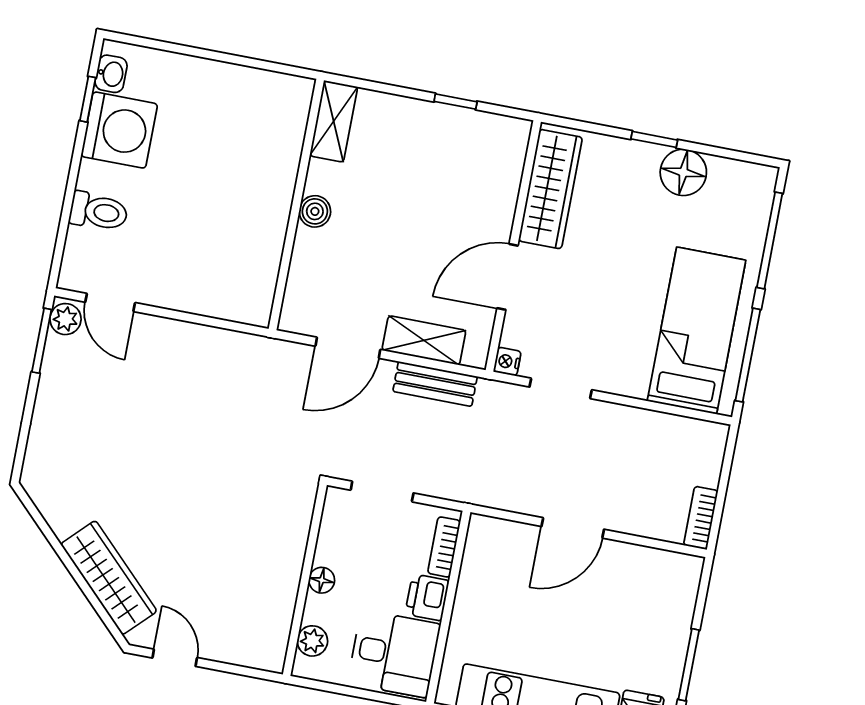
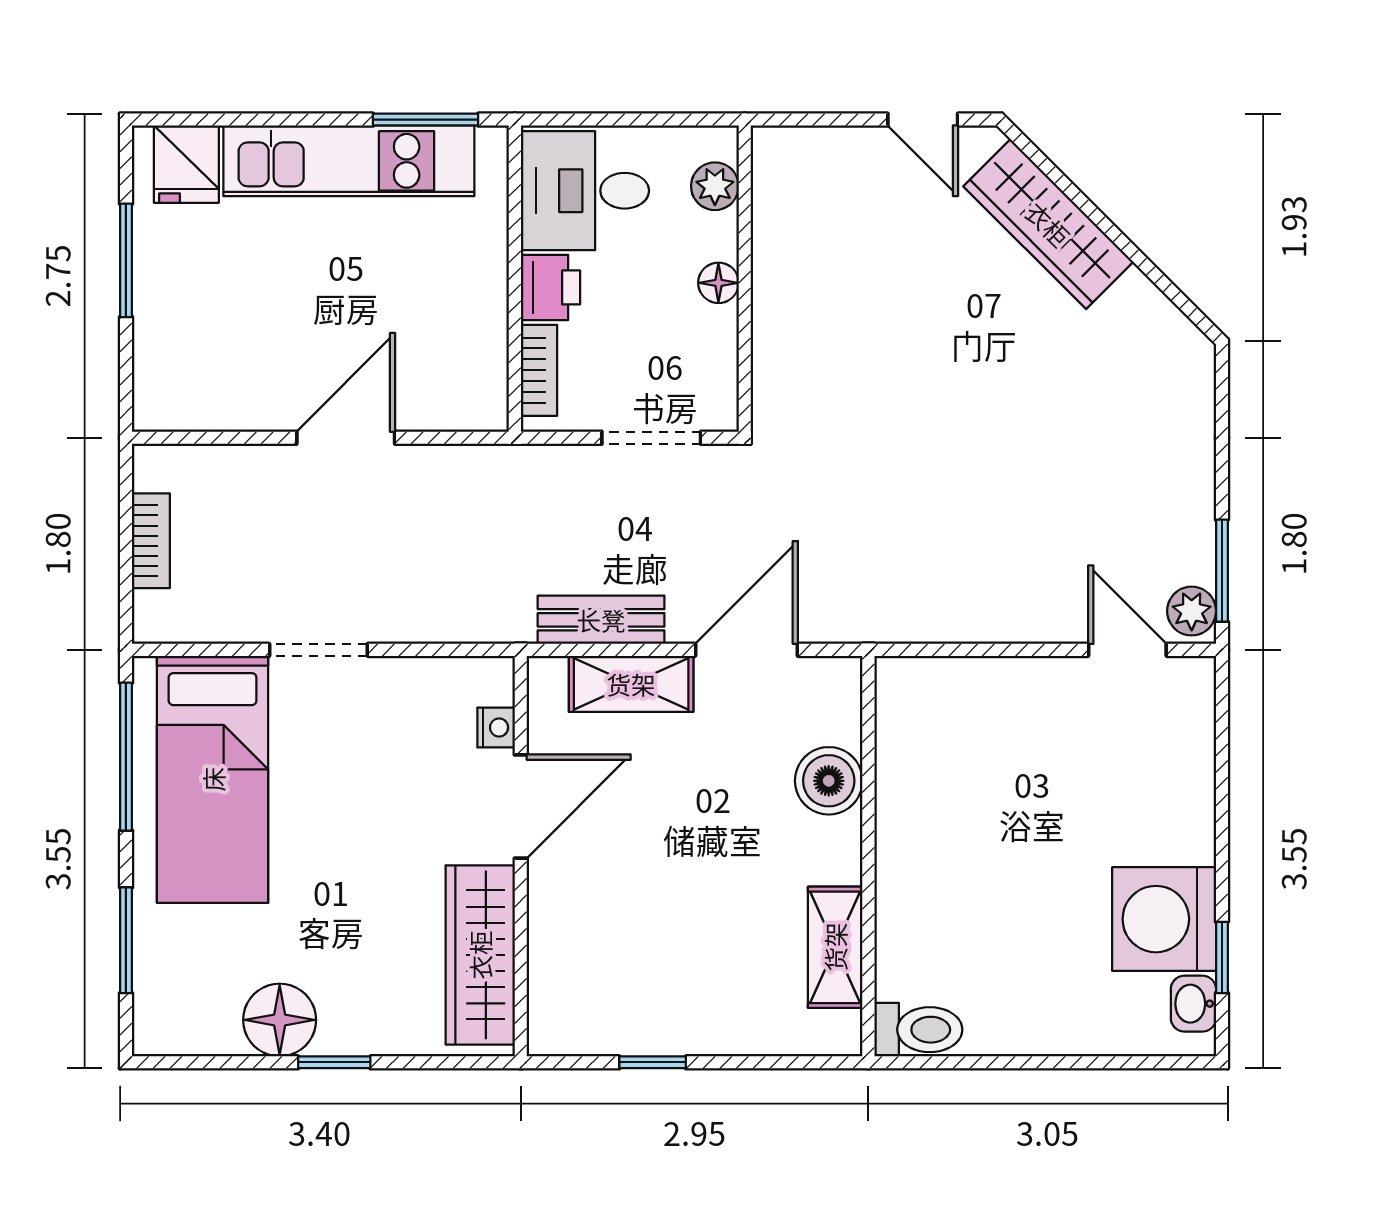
shelving: (334, 121) -> (835, 947), moved
boiler: (315, 211) -> (829, 781), moved, width x1.36, depth x1.36
toilet: (99, 212) -> (918, 1030), moved, turned 180
window: (770, 240) -> (126, 940), width x0.69
nightstand: (507, 362) -> (496, 727), moved
doorway: (561, 388) -> (318, 650), moved
bookcase: (701, 518) -> (151, 541), moved

